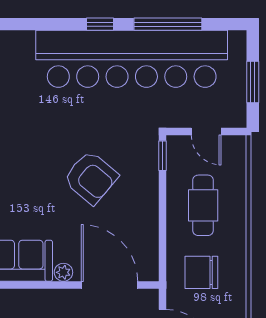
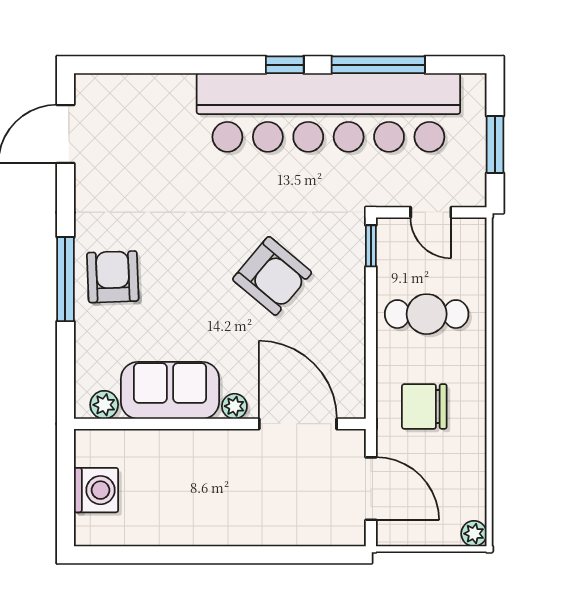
cafe table: (203, 205) -> (427, 314), turned 90

